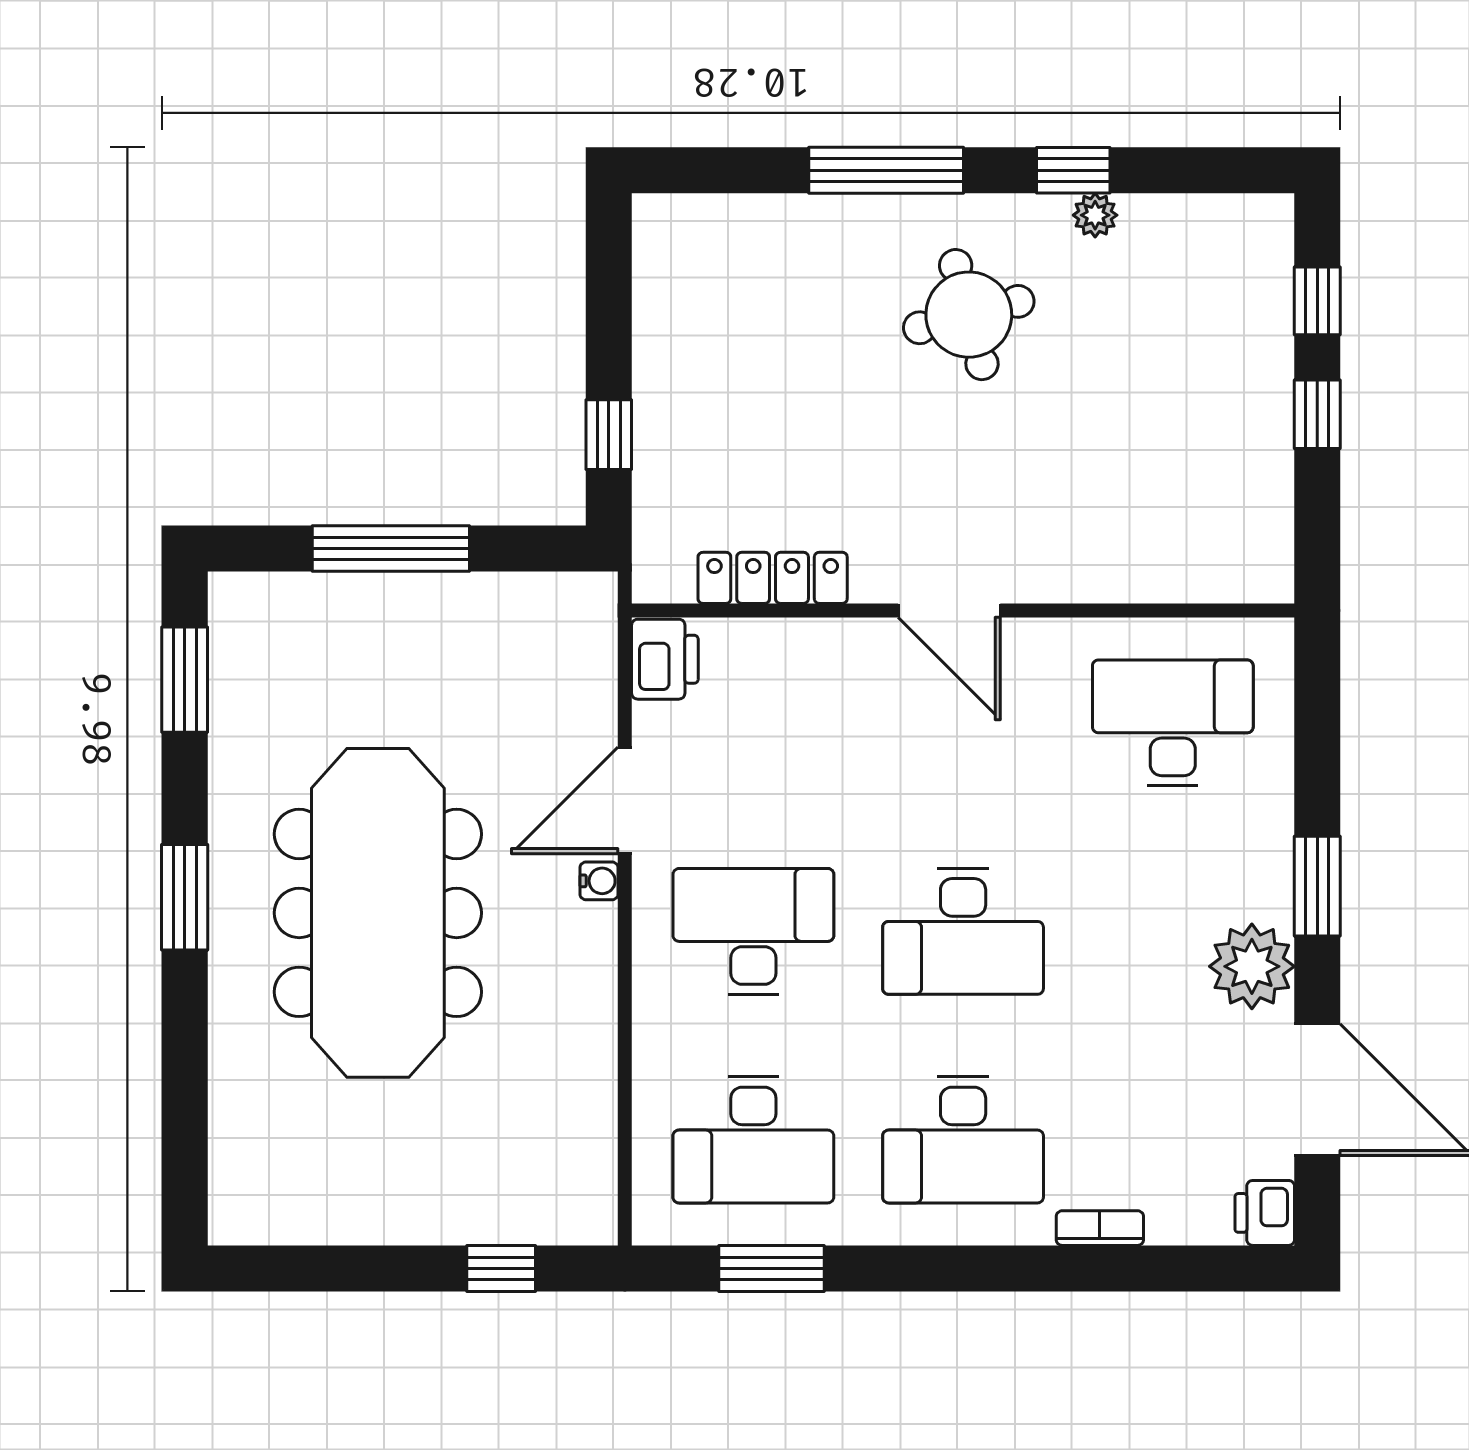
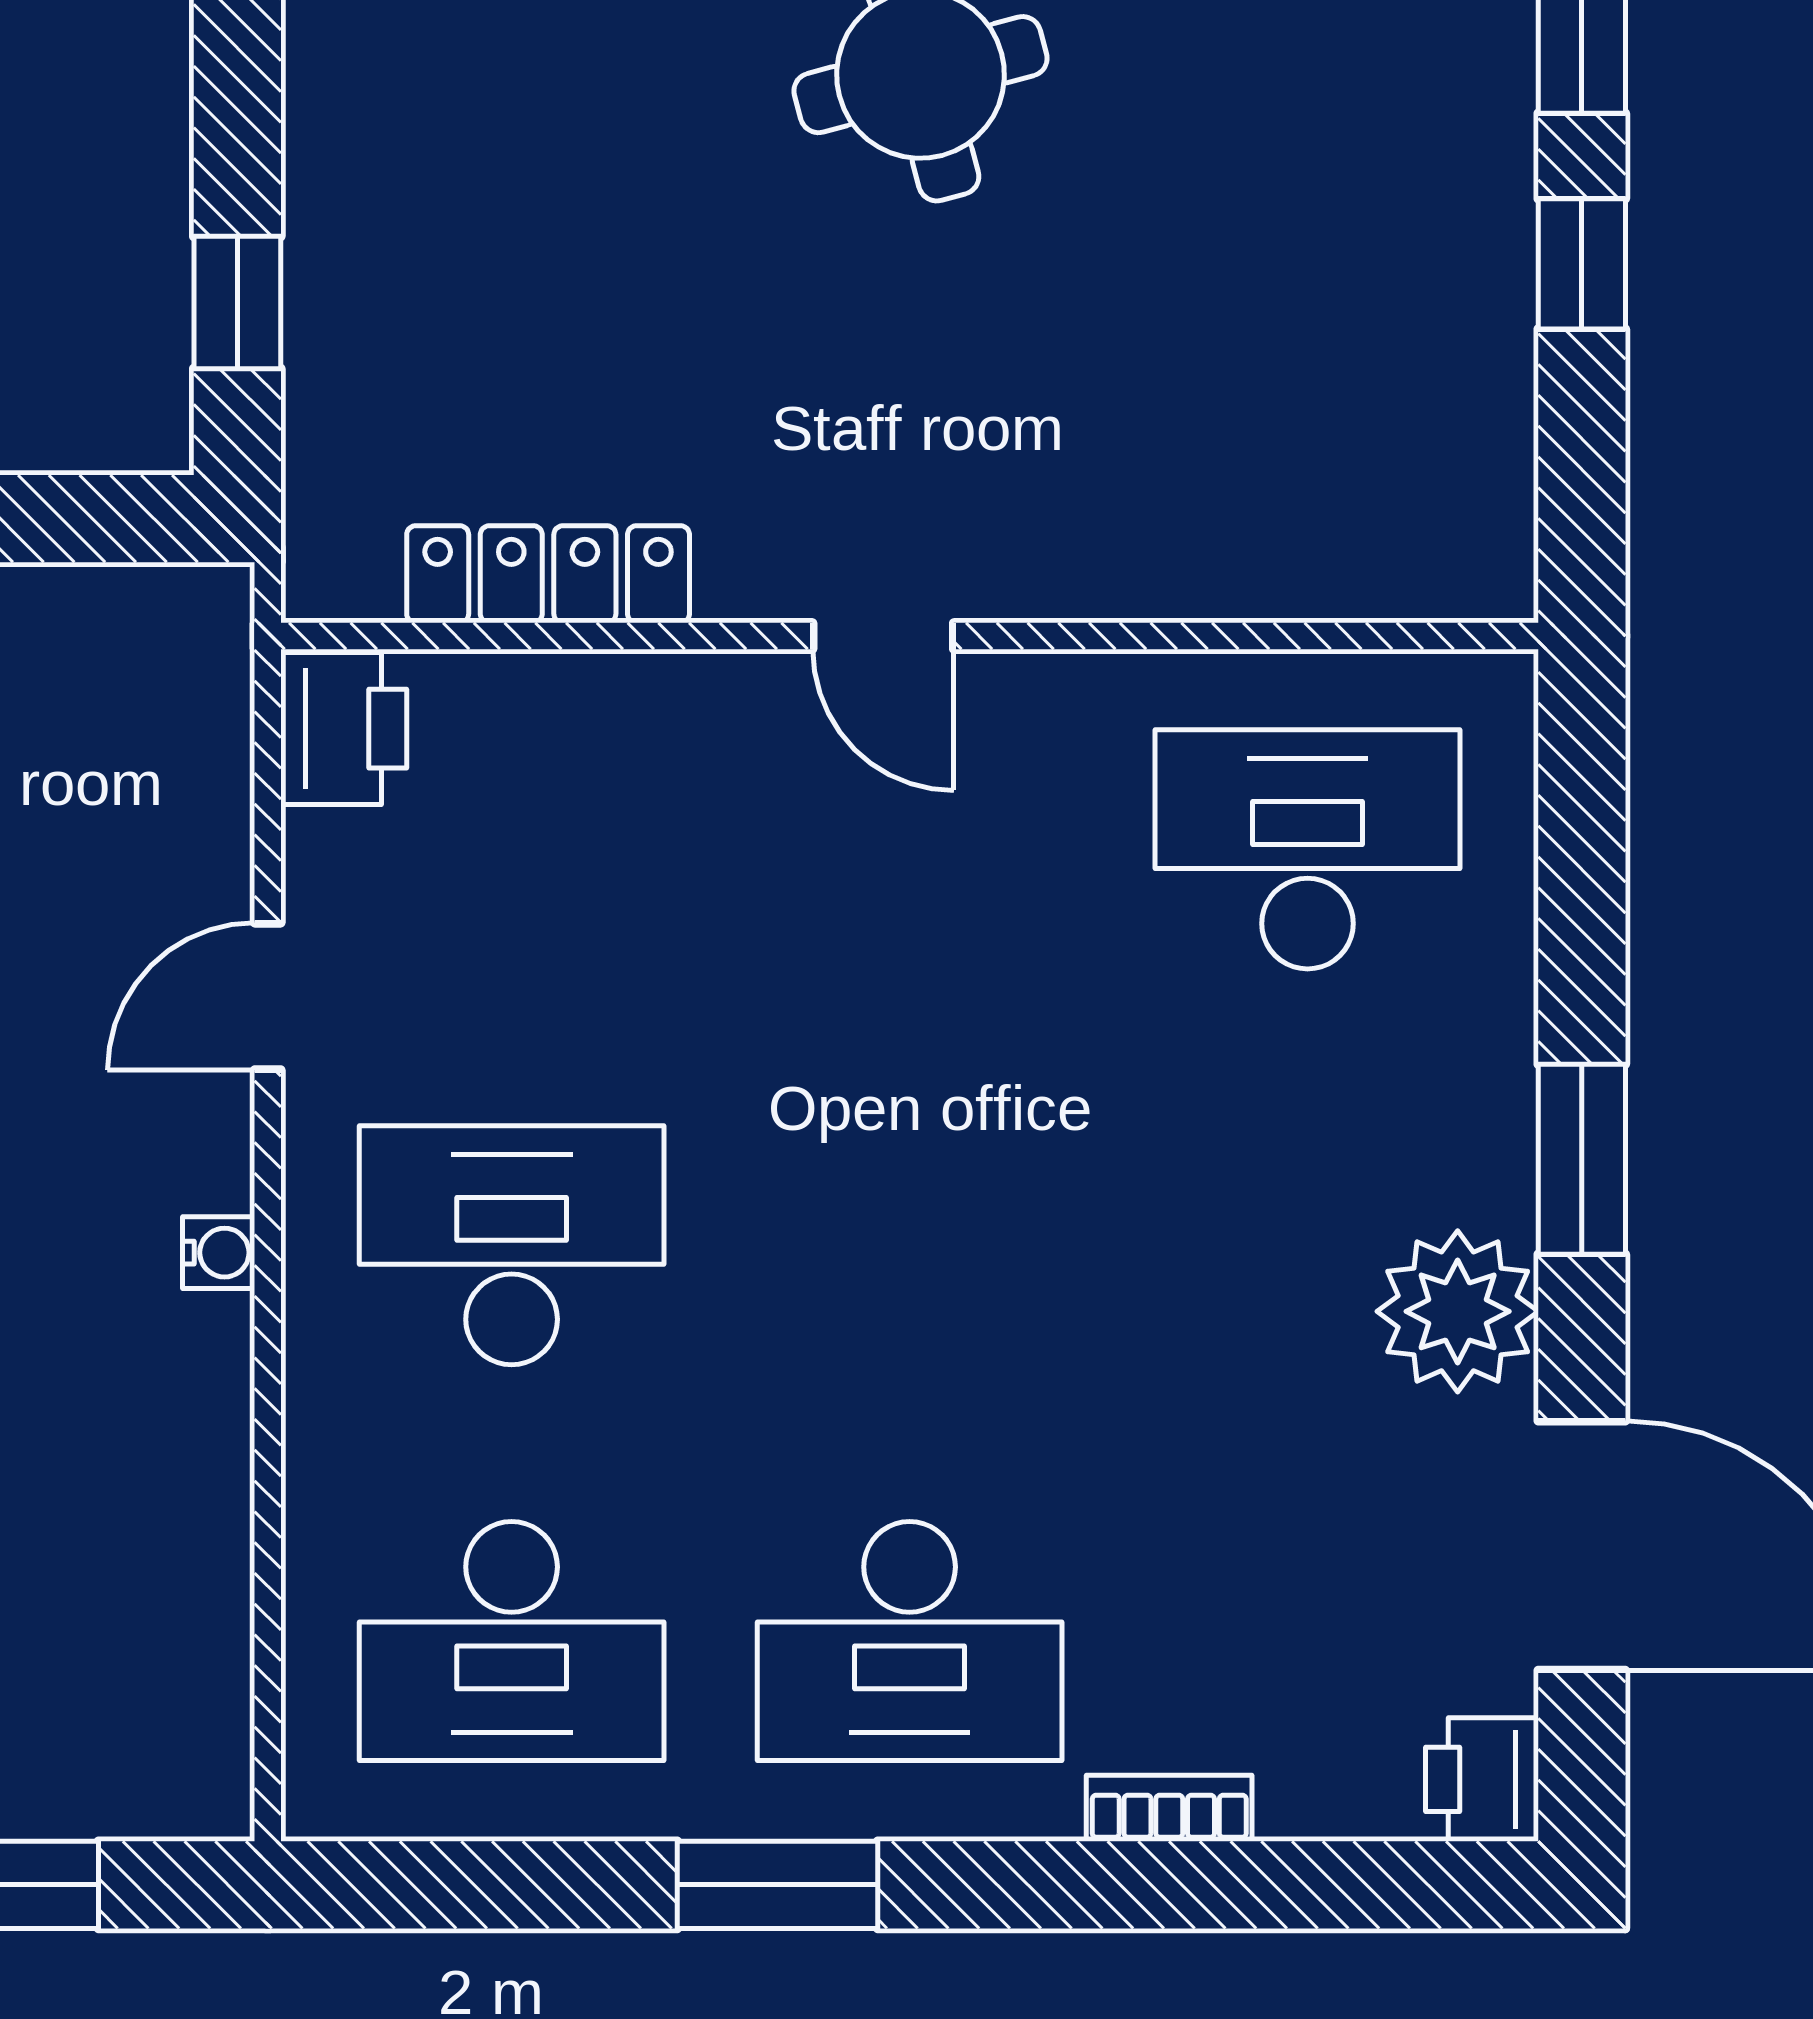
door: (949, 610) -> (883, 636), width x0.73
door: (625, 800) -> (268, 996), width x0.73
water cooler: (599, 881) -> (219, 1253), moved
desk: (963, 931) -> (910, 1245), removed
window: (772, 1268) -> (778, 1885), moved

